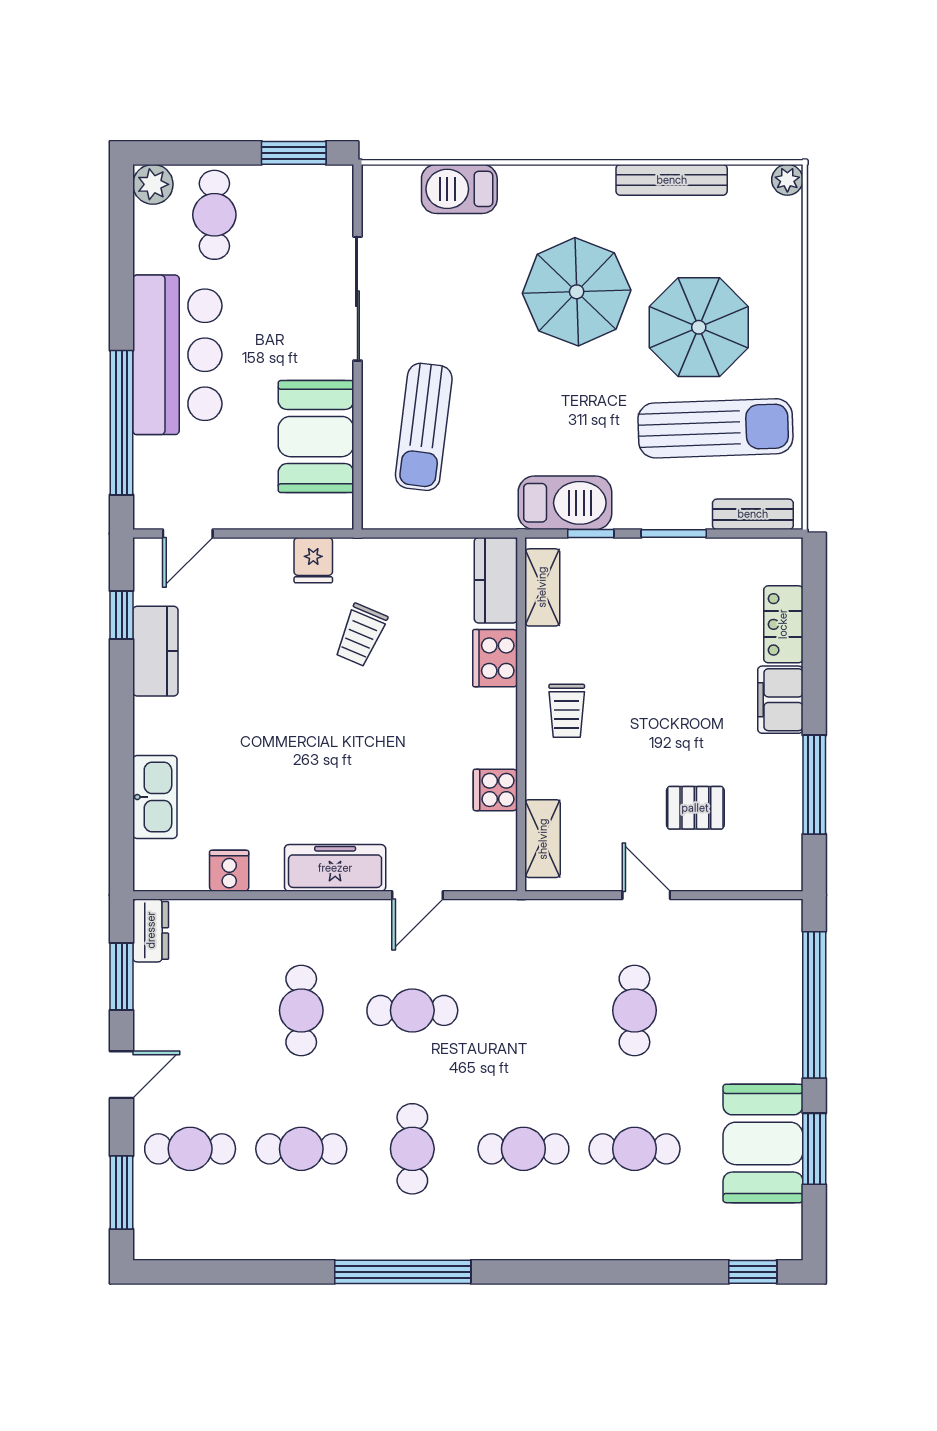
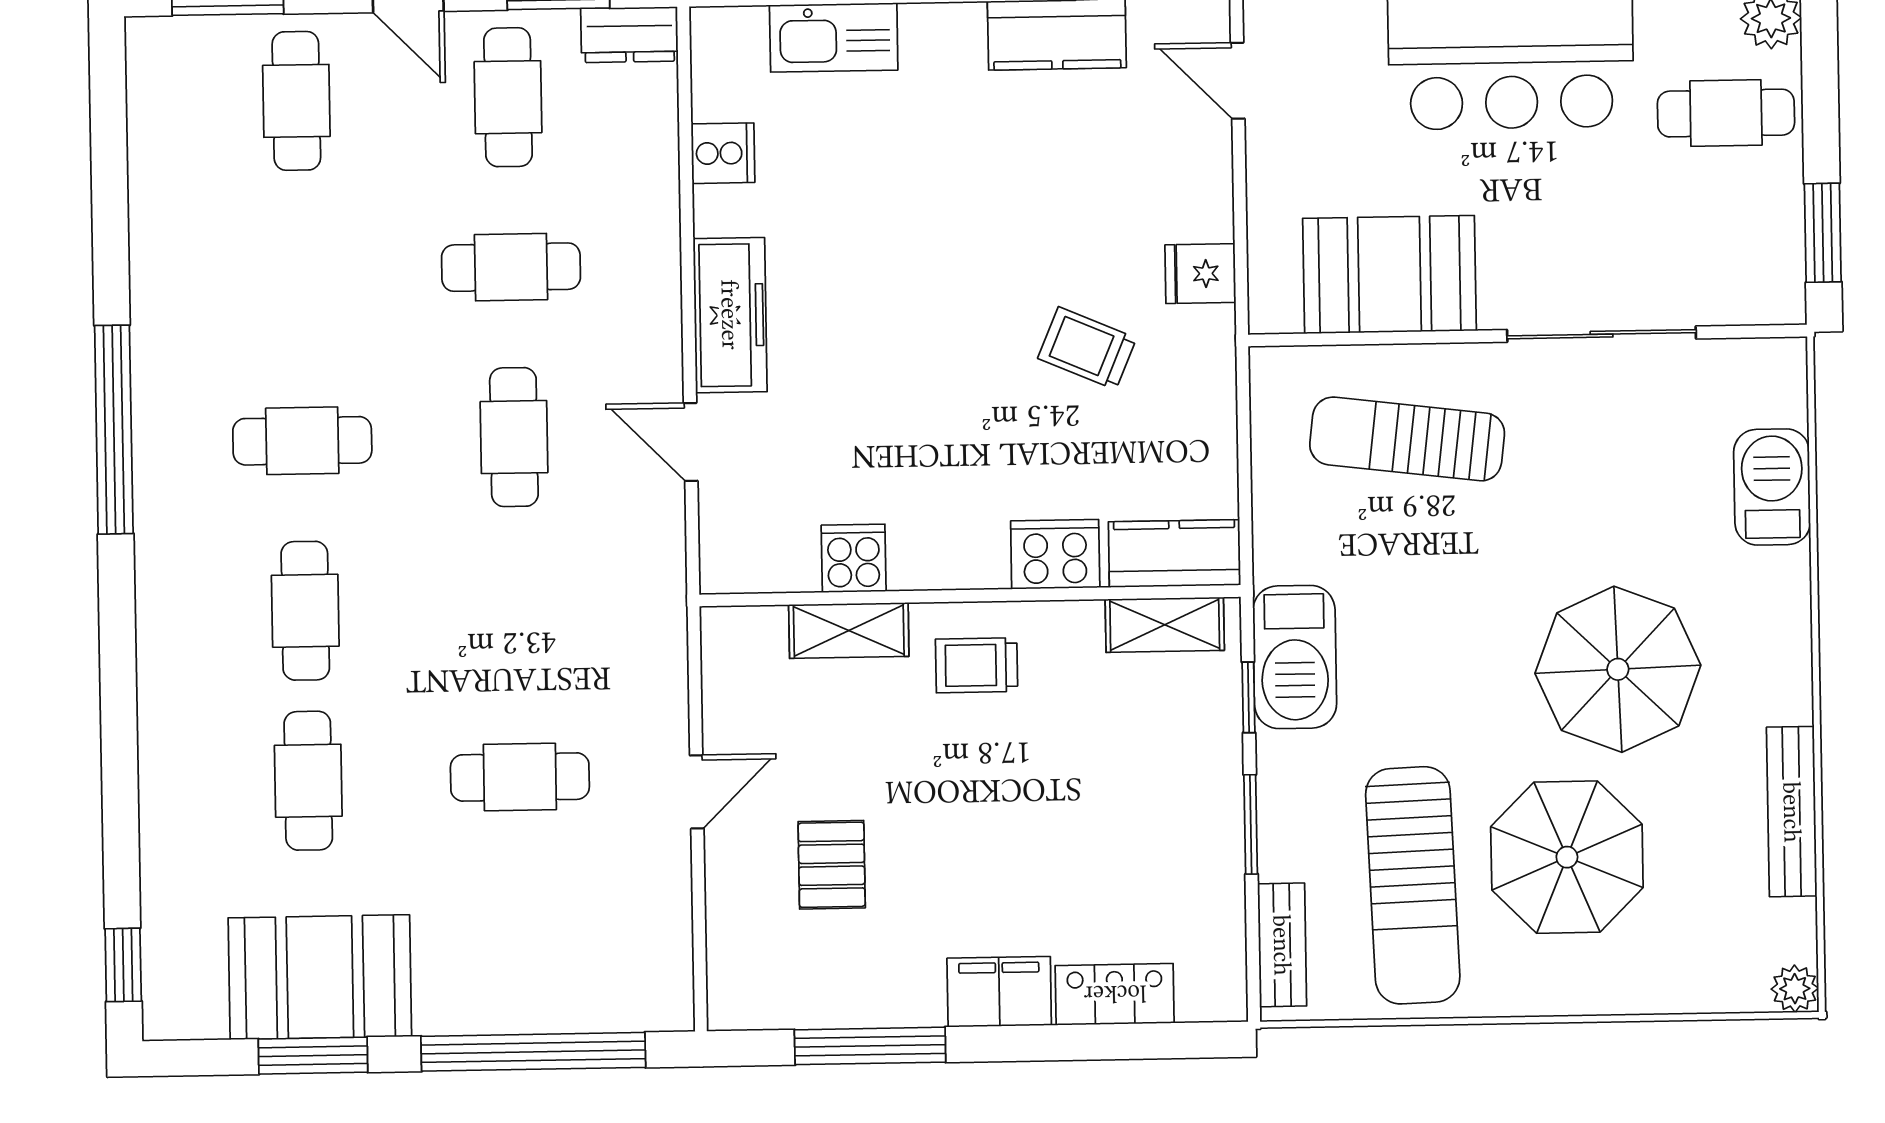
shelving: (543, 839) -> (849, 631), moved
cafe table: (301, 1149) -> (508, 97), moved

